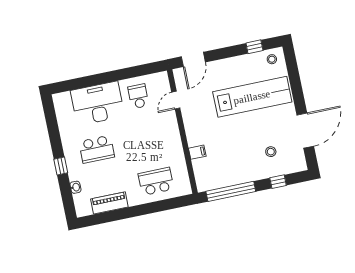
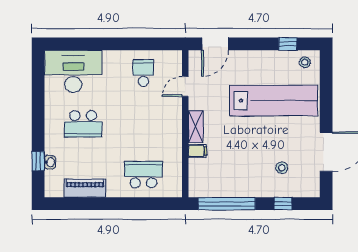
desk: (98, 103) -> (73, 71), moved
shelving: (191, 132) -> (196, 127), added
window: (61, 166) -> (38, 161), moved

